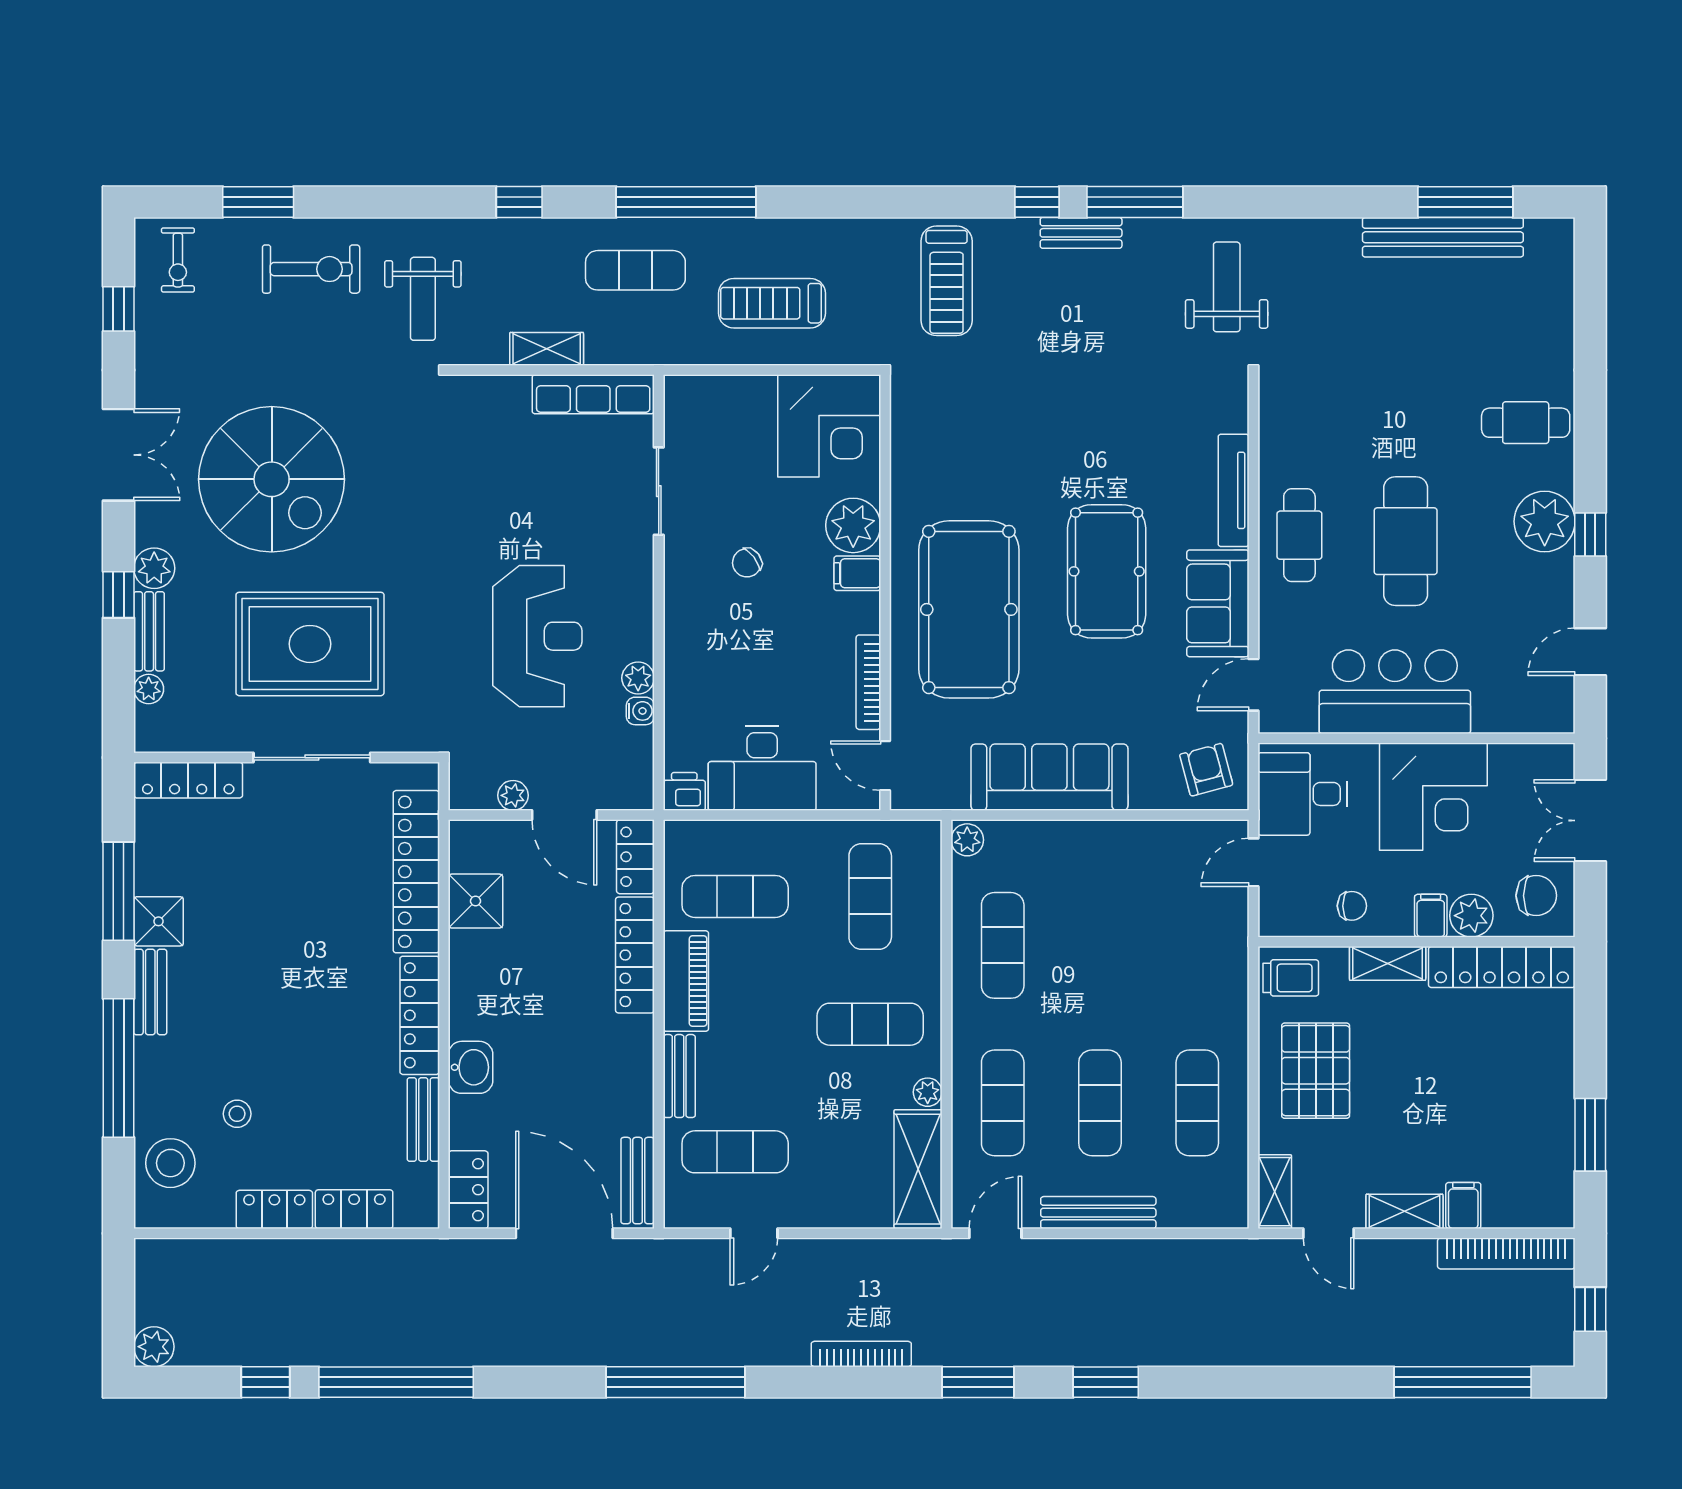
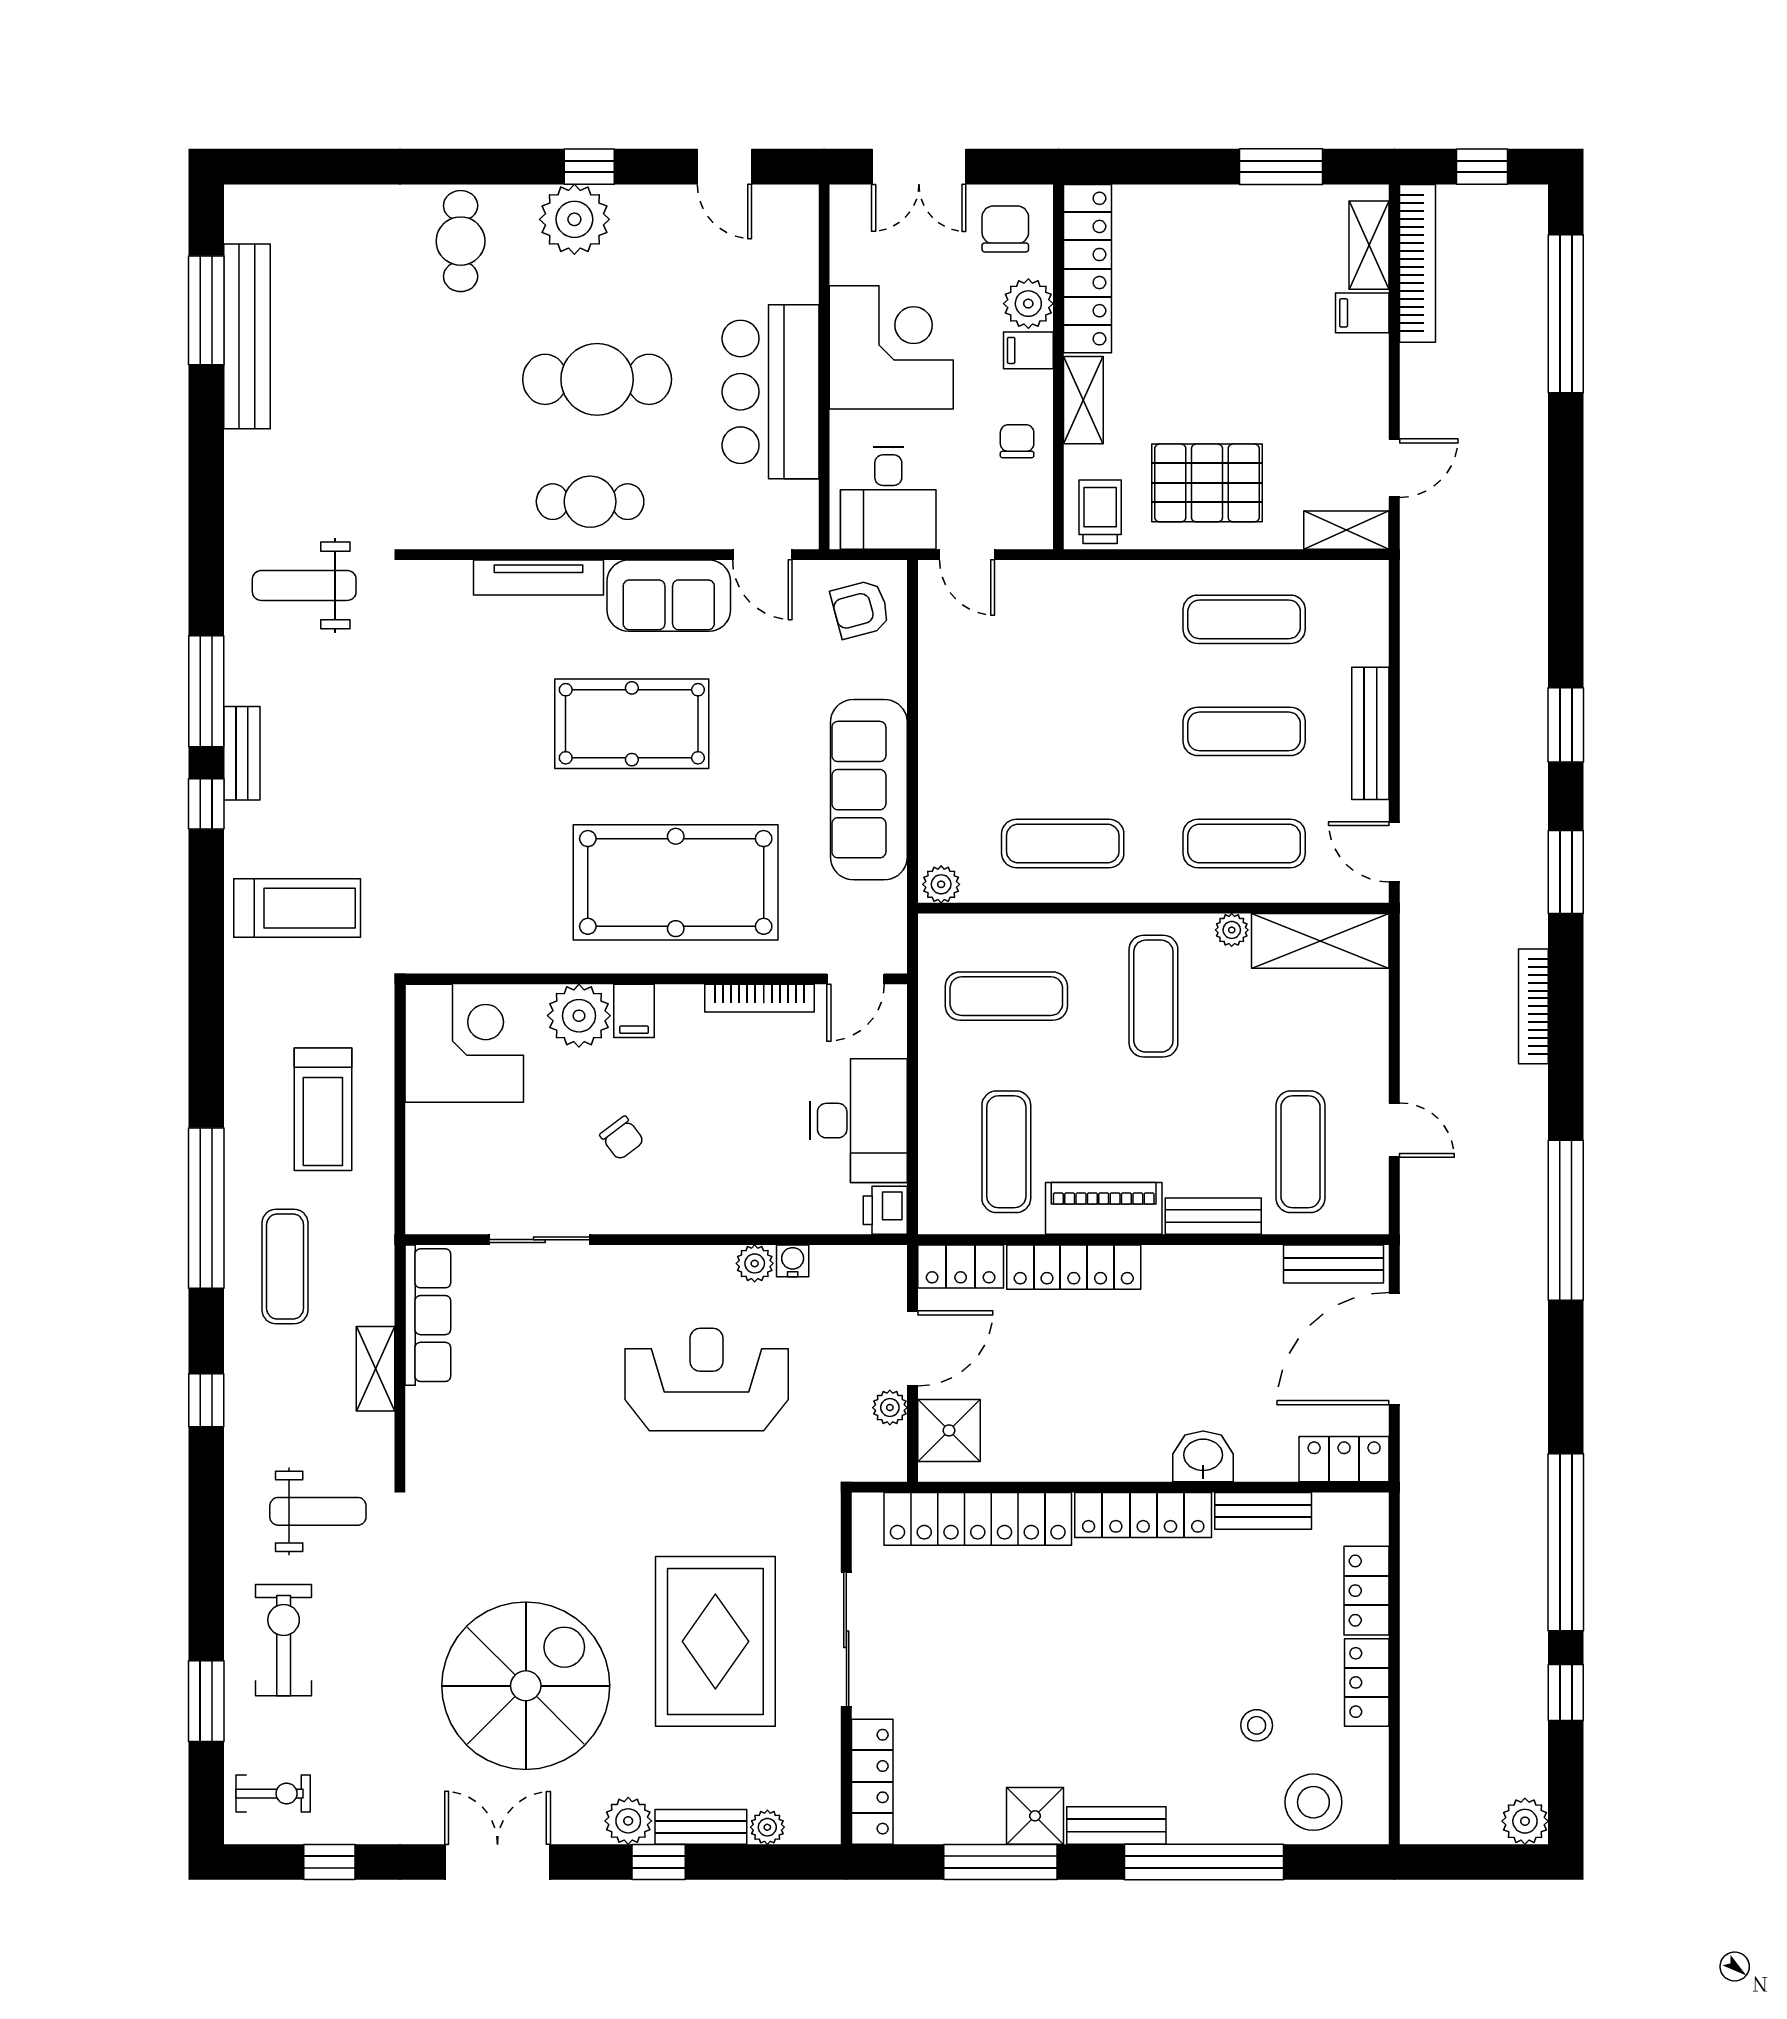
shower: (476, 901) -> (949, 1430), moved
shelving: (1404, 1211) -> (1369, 245), moved

